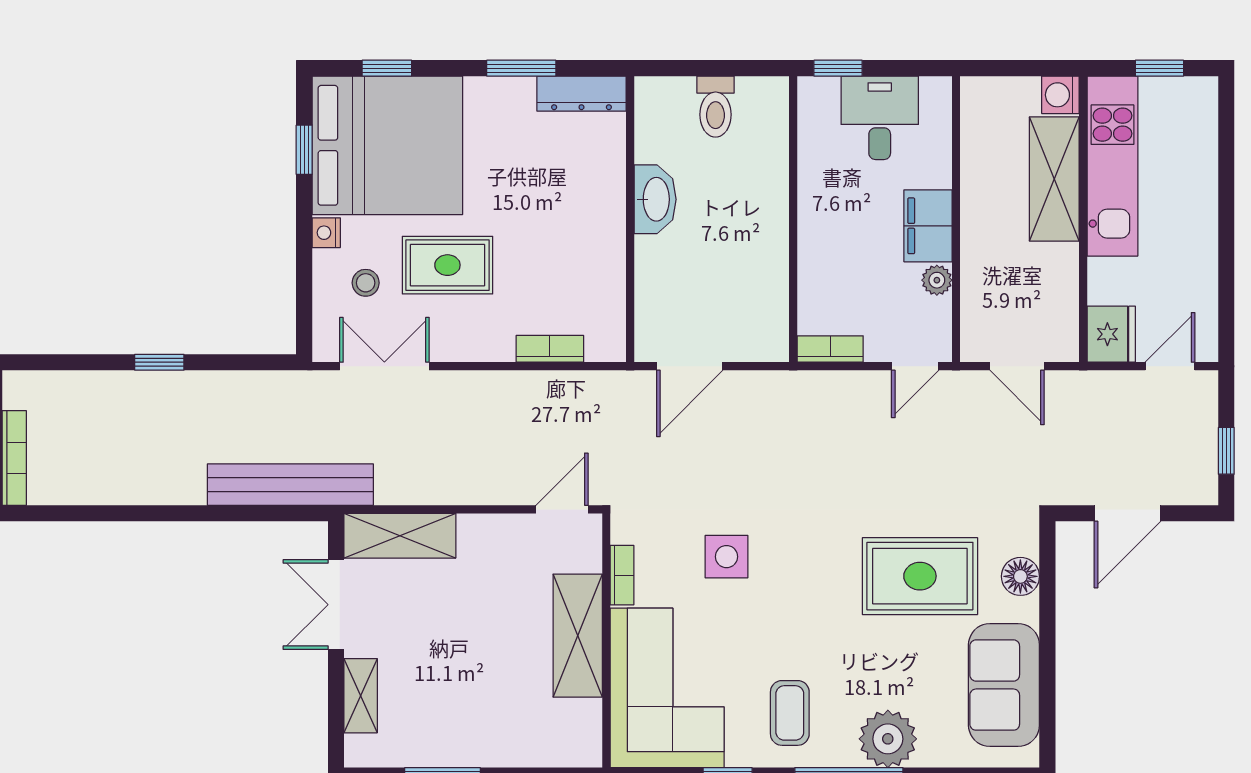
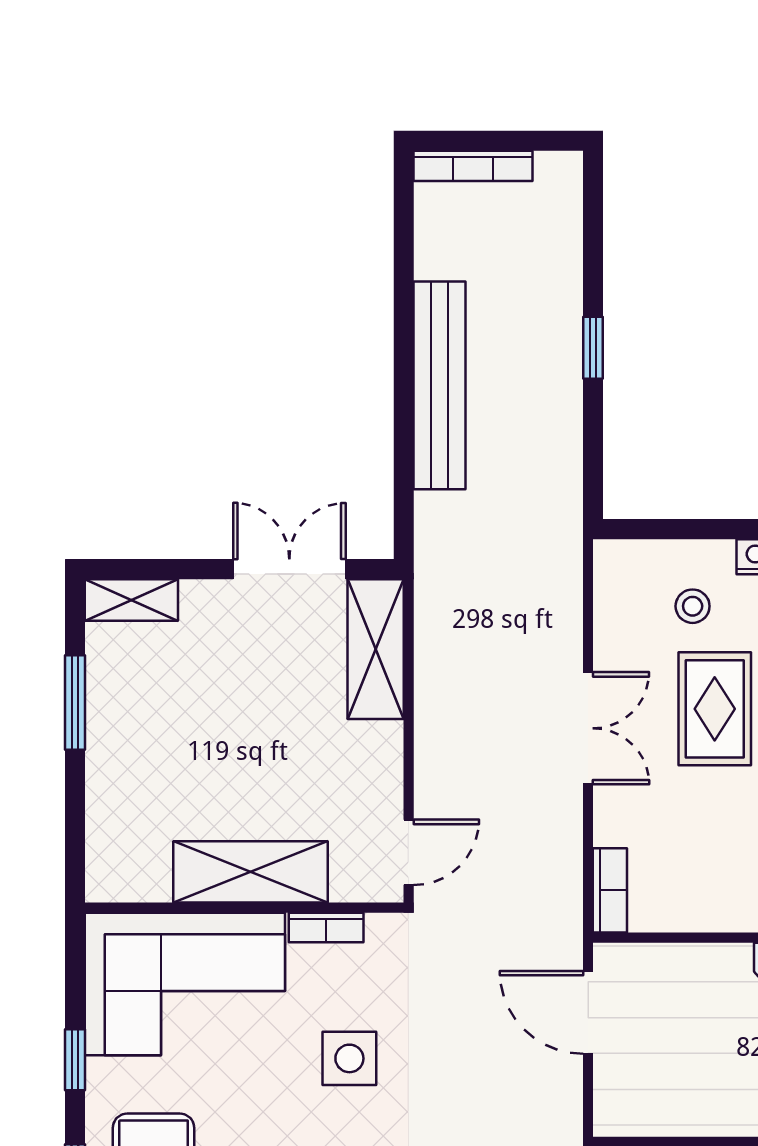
bookcase: (550, 349) -> (610, 890), moved
double door: (384, 366) -> (588, 728), moved
bench: (290, 485) -> (440, 385), moved
door: (562, 509) -> (409, 852), hinge flipped
shelving: (361, 696) -> (131, 600), moved

